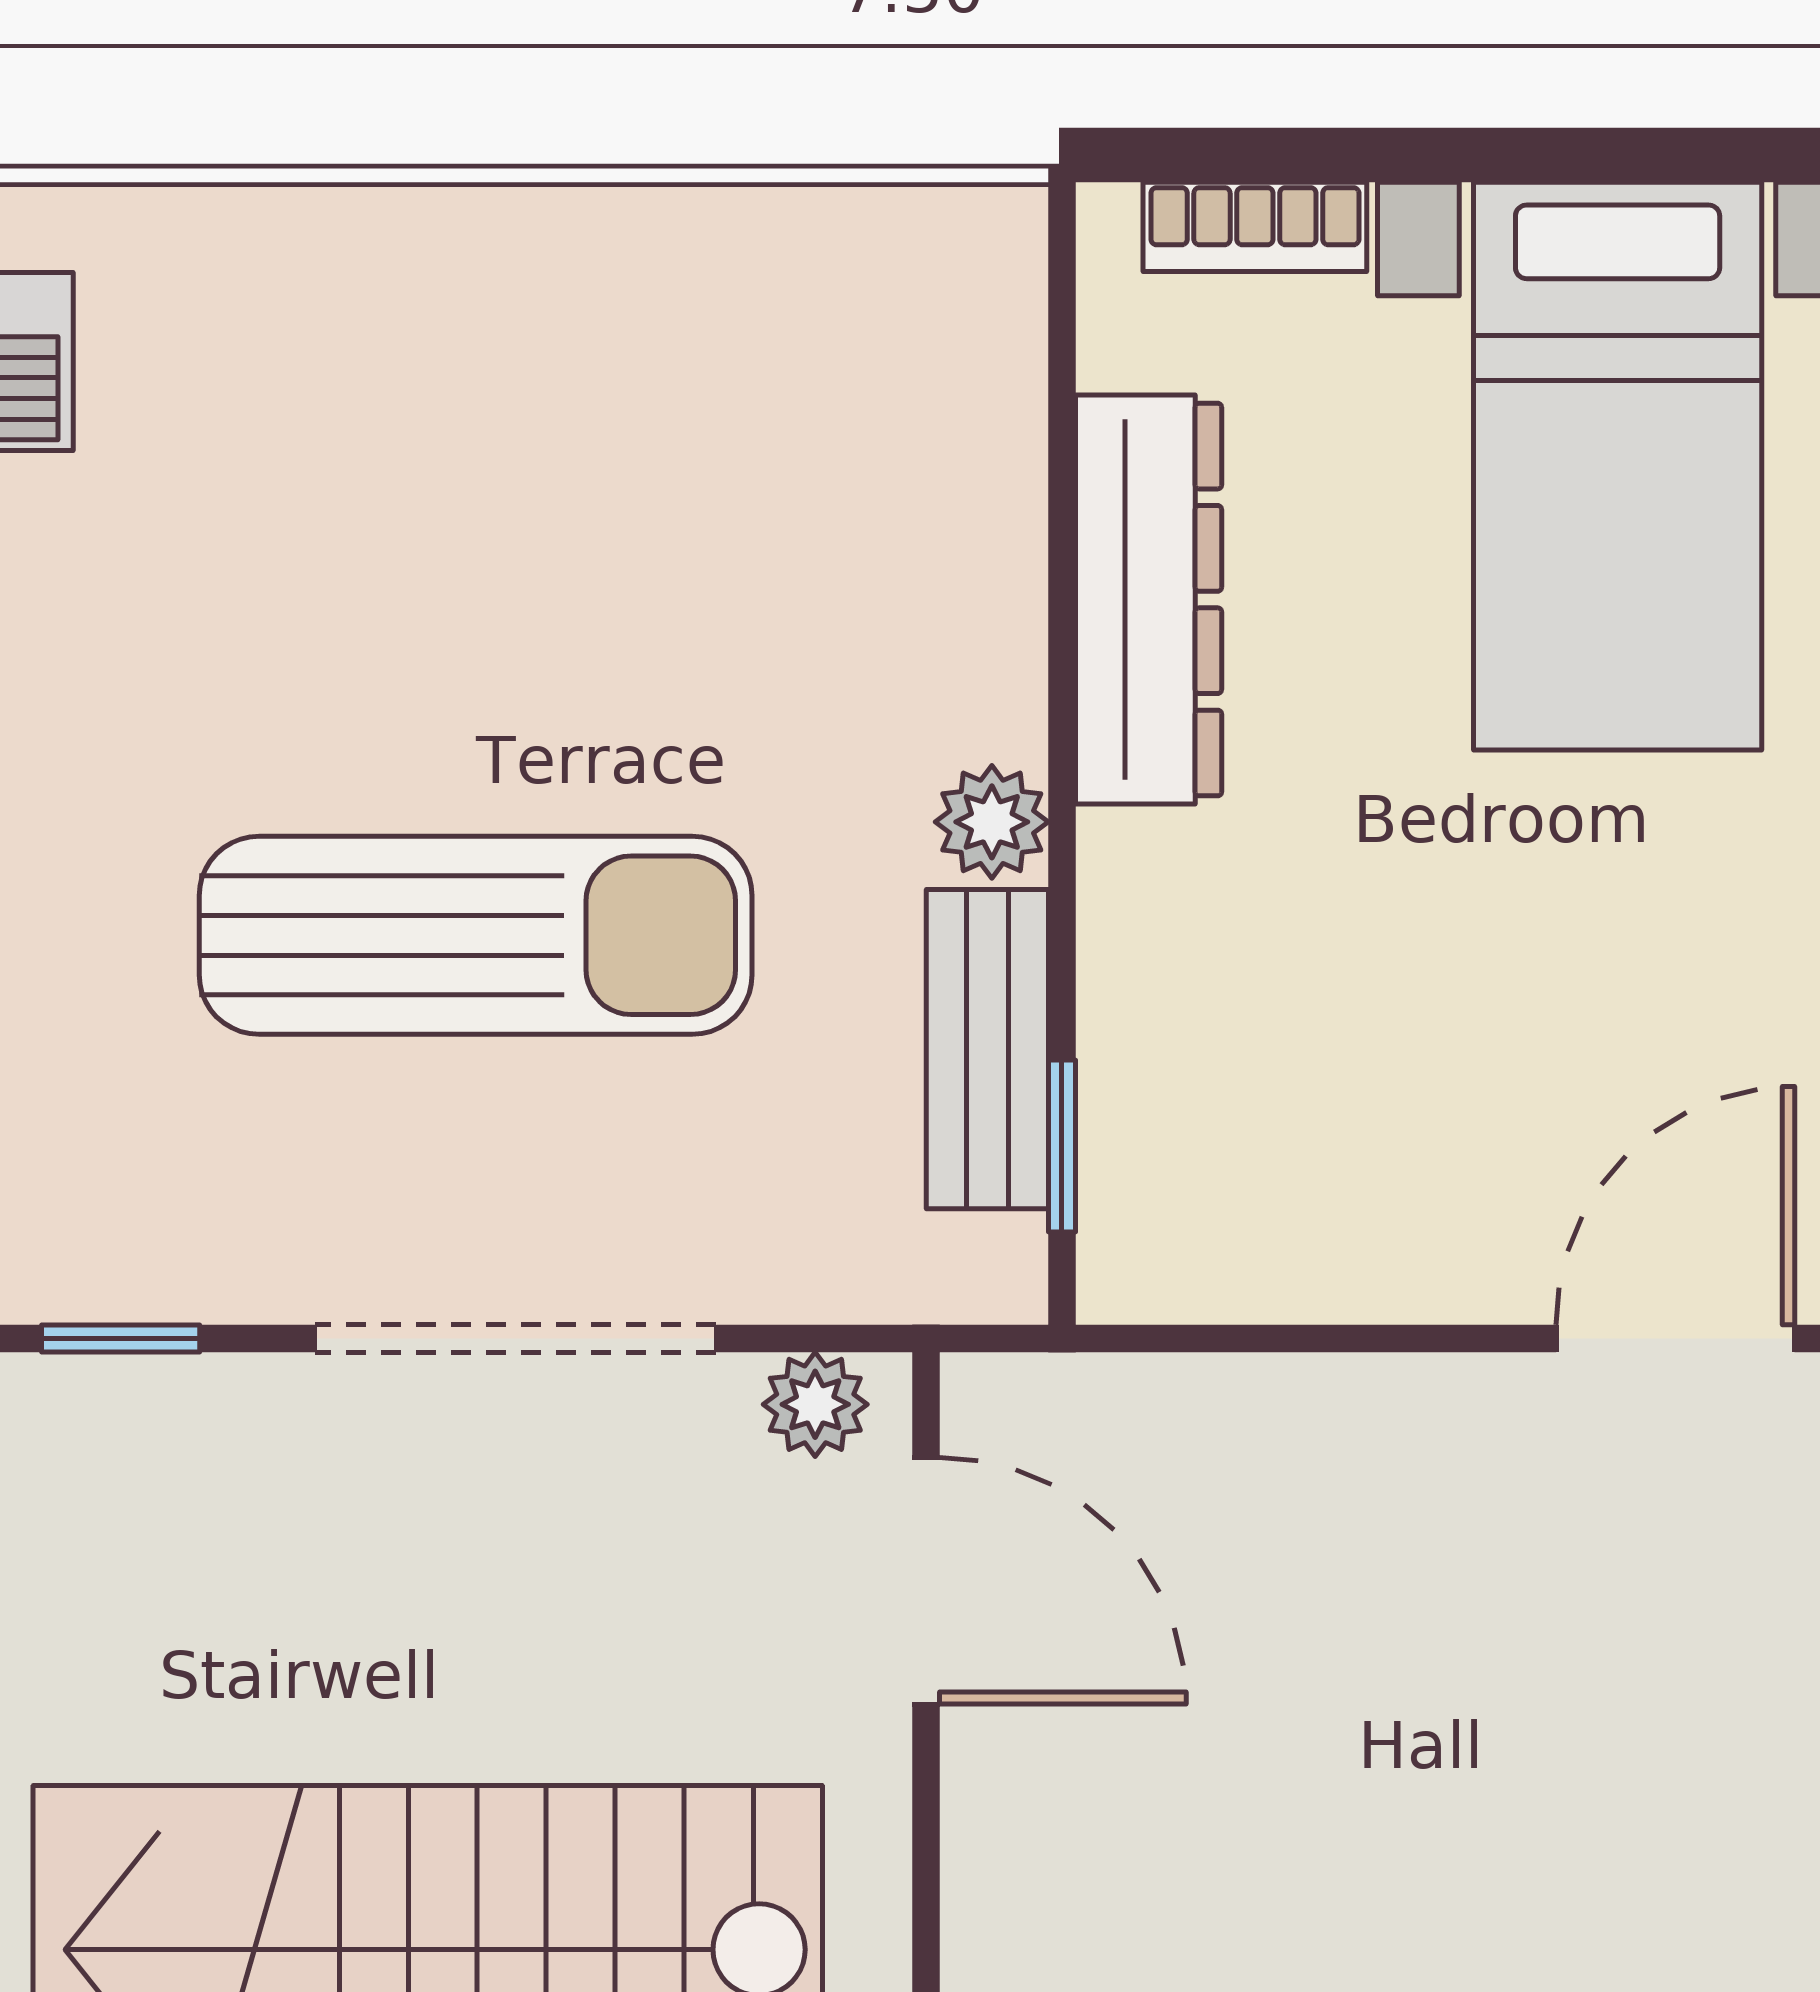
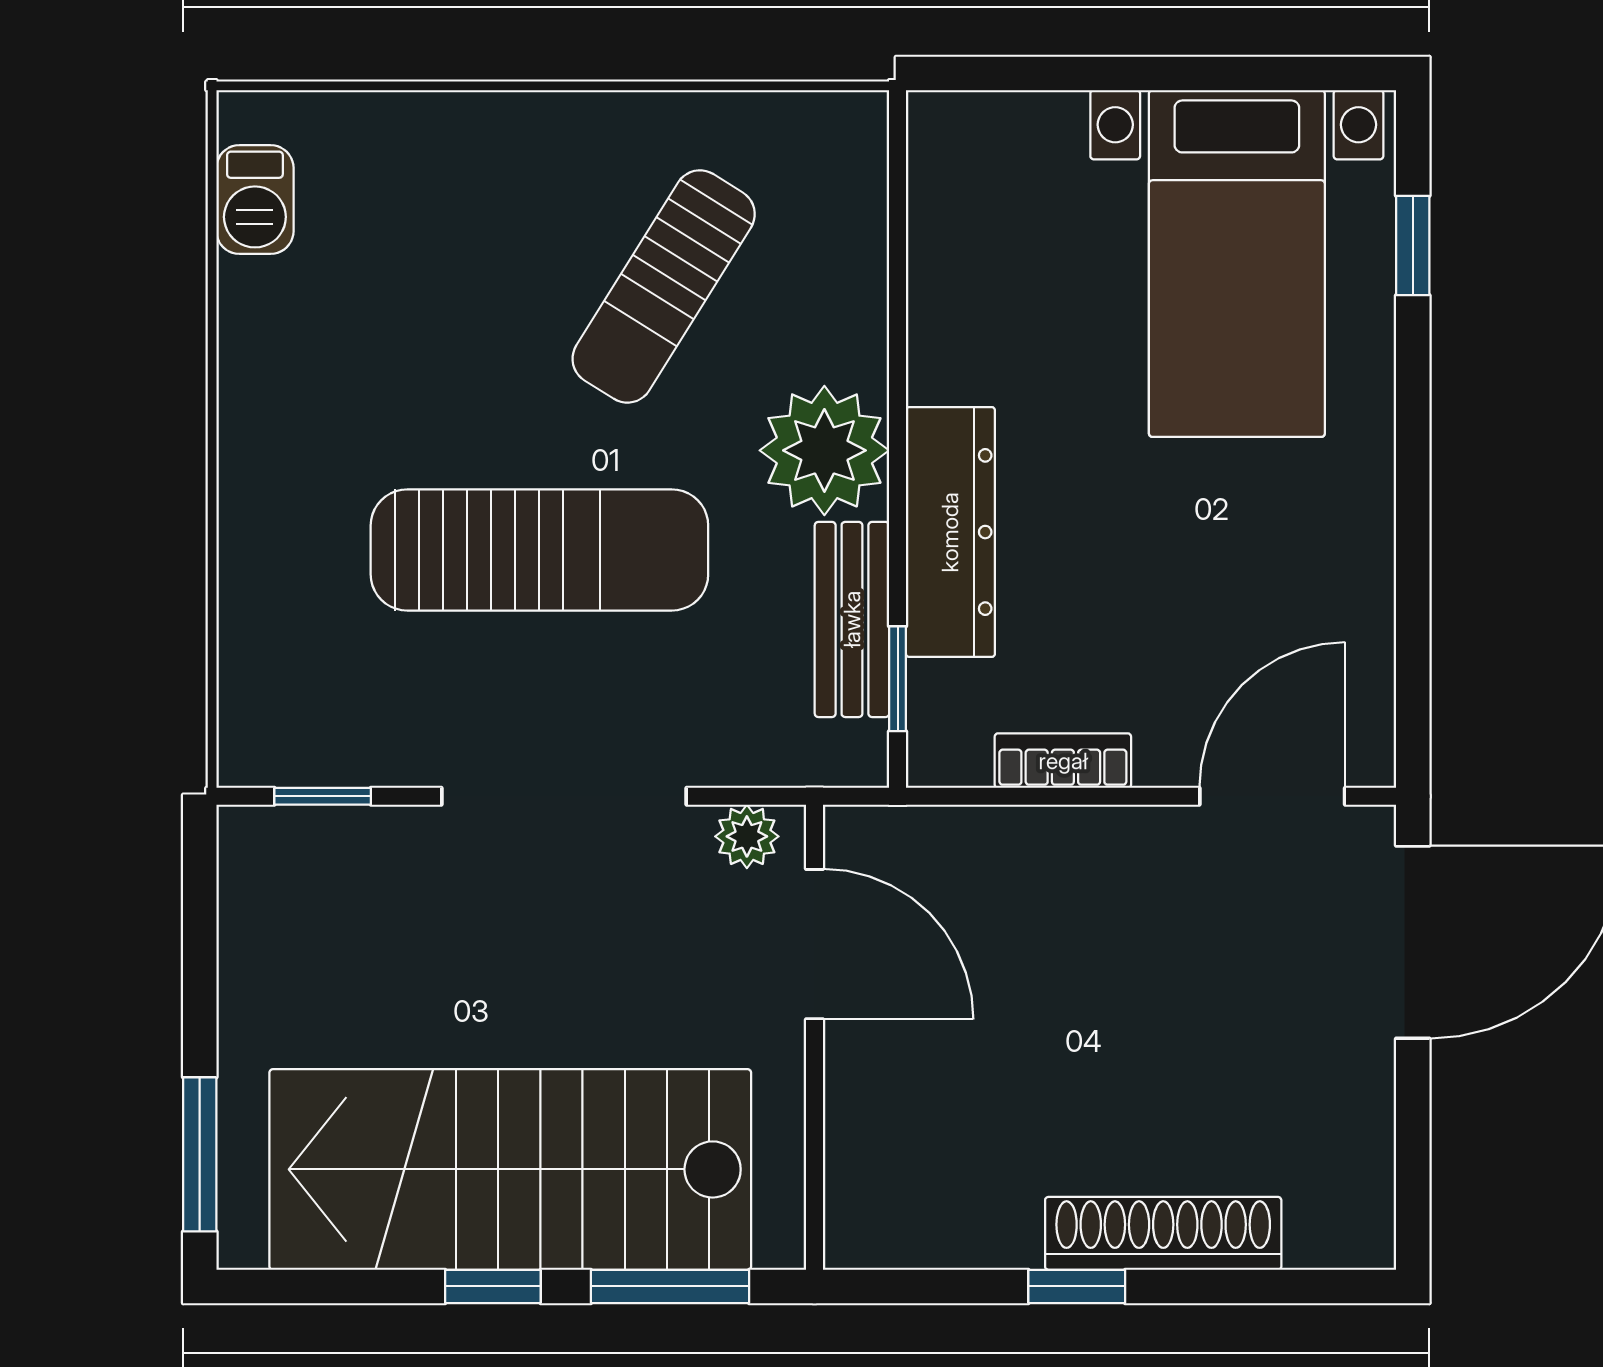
bookcase: (1255, 227) -> (1063, 761), moved, turned 180
sun lounger: (679, 504) -> (664, 286), added
dresser: (1149, 600) -> (950, 532), moved
plant: (992, 822) -> (824, 450), width x1.88, depth x1.88

